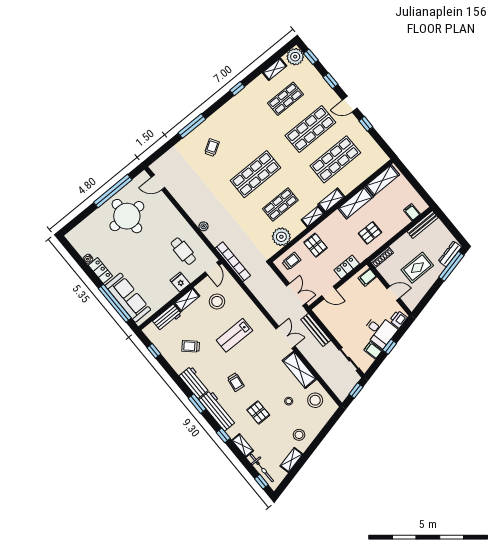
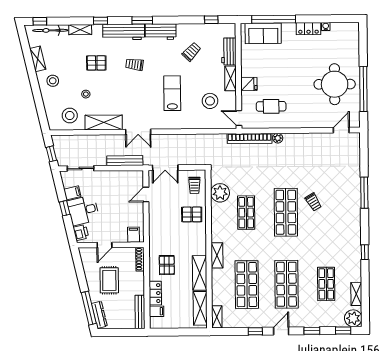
trolley: (212, 148) -> (313, 202), moved
shelving: (313, 216) -> (217, 317), moved
bookcase: (233, 262) -> (250, 138), moved
locker: (347, 267) -> (155, 293), moved
sofa: (128, 298) -> (263, 33), width x0.73

